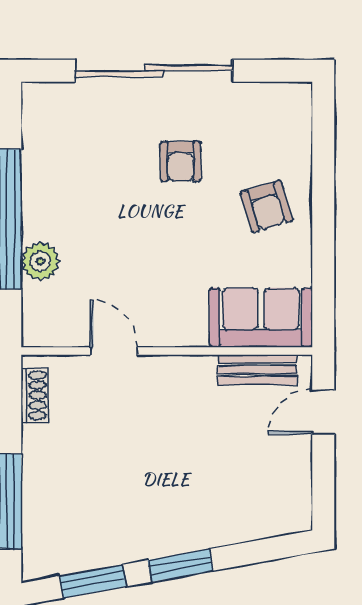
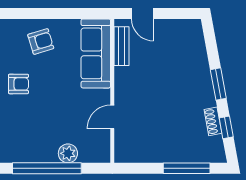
sofa: (261, 318) -> (96, 53), width x1.36
shoe rack: (34, 395) -> (213, 121), moved, turned -100
window: (93, 581) -> (226, 127), width x0.67

